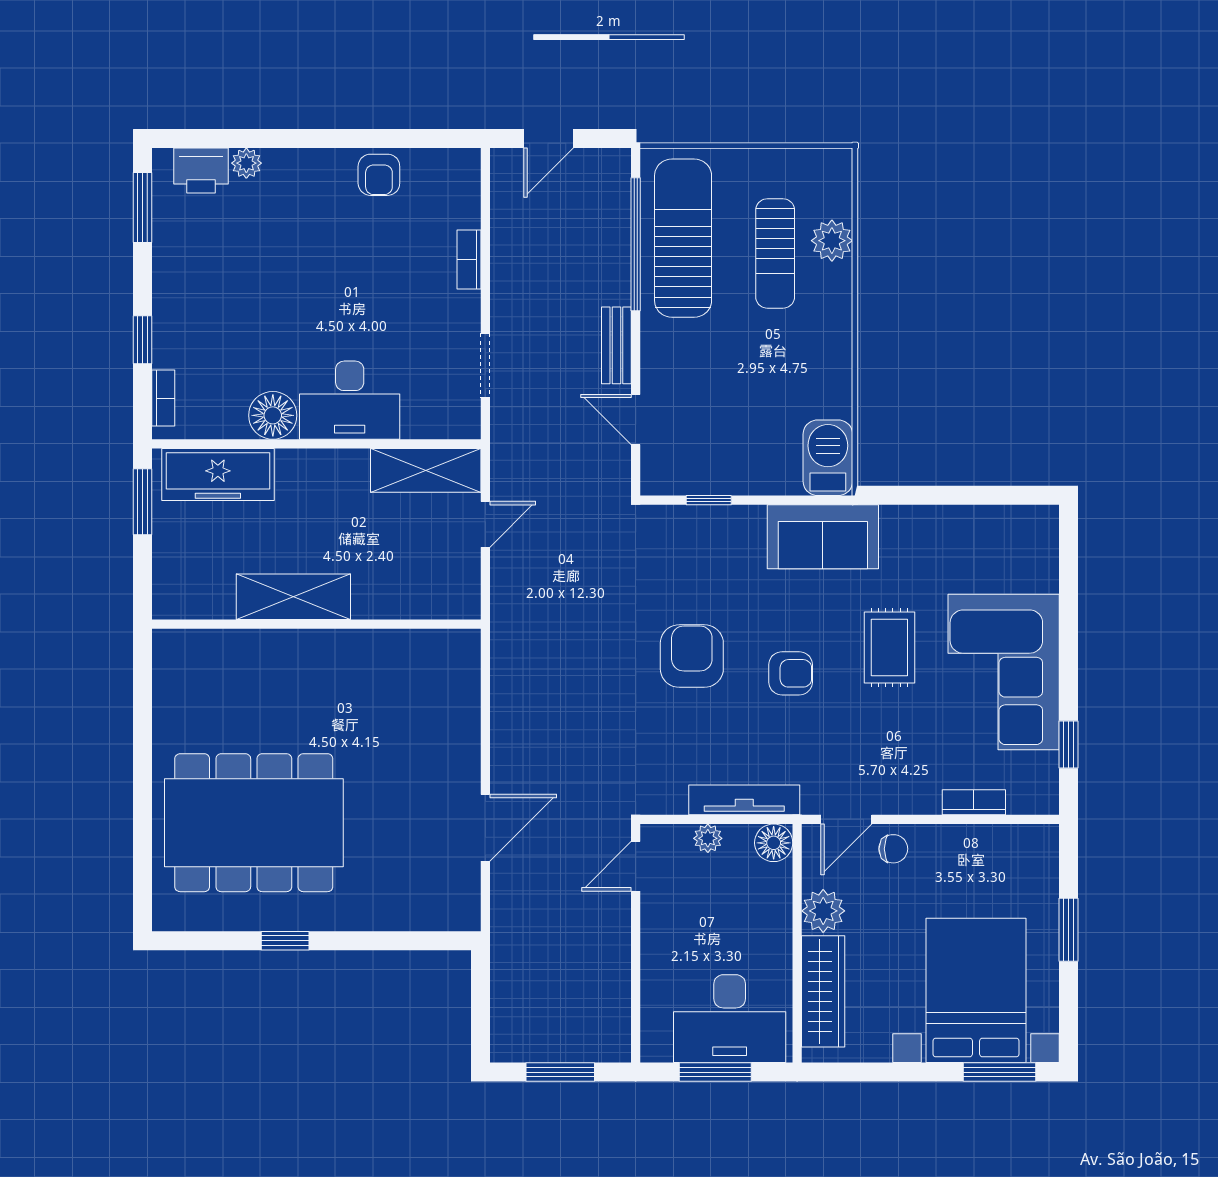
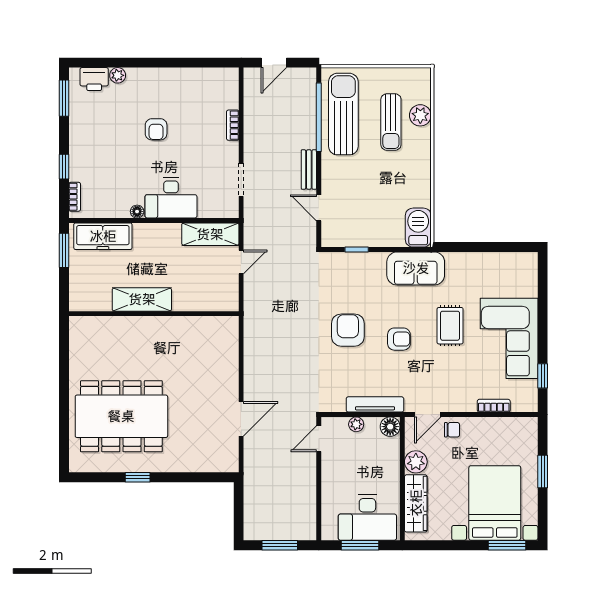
armchair: (379, 175) -> (156, 129), moved
floor lamp: (273, 415) -> (137, 212), width x0.53, depth x0.53

